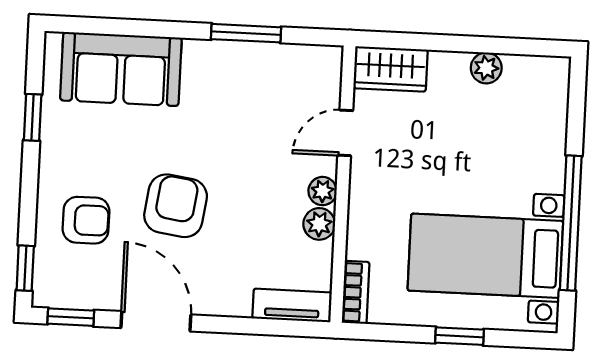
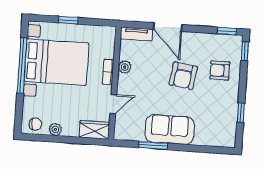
sofa: (121, 69) -> (170, 129), moved
chair: (536, 80) -> (35, 124), added
plant: (323, 191) -> (123, 80), removed
bed with nightstands: (485, 256) -> (57, 62), width x1.36
bookcase: (356, 292) -> (108, 72), moved
door: (156, 321) -> (168, 27), moved

